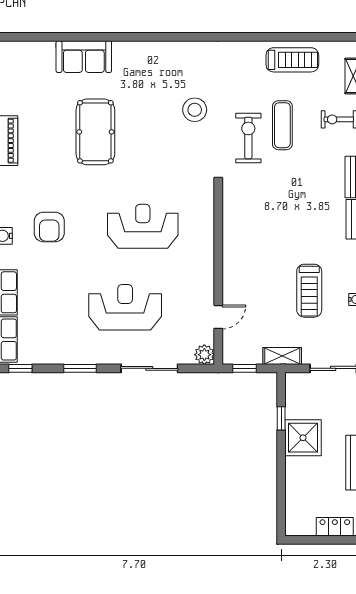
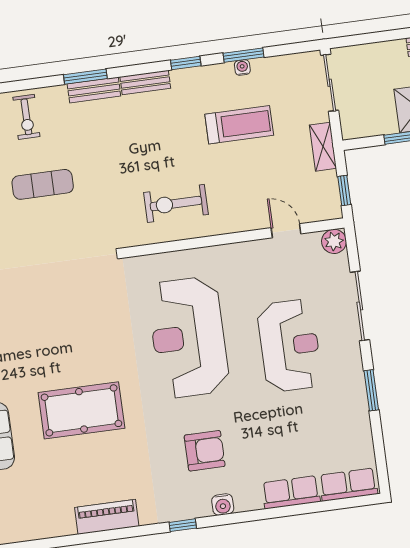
stool: (195, 110) -> (38, 293), removed
exercise bike: (248, 138) -> (176, 203), moved
reception desk: (143, 226) -> (188, 337), width x1.36, depth x1.30
reception desk: (125, 307) -> (290, 346), turned 180
window: (20, 368) -> (381, 463), removed

